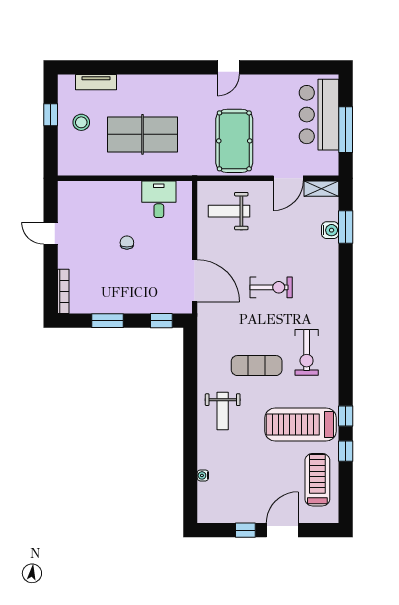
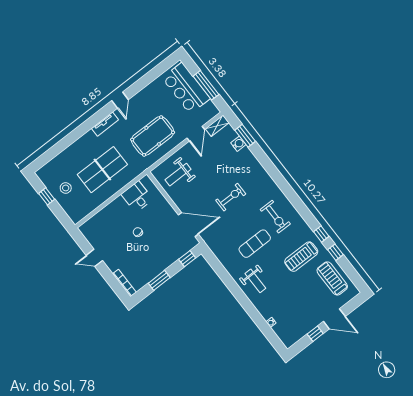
tv unit: (96, 82) -> (105, 124), moved
pool table: (234, 141) -> (153, 136), turned 90
treadmill: (301, 425) -> (301, 257), width x0.73, depth x0.73
door: (282, 530) -> (334, 319), swing flipped

